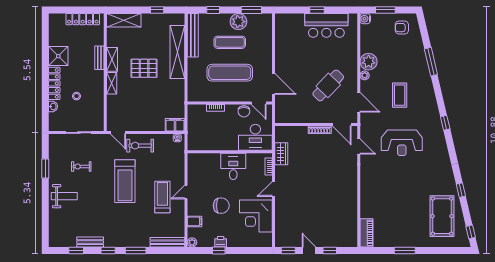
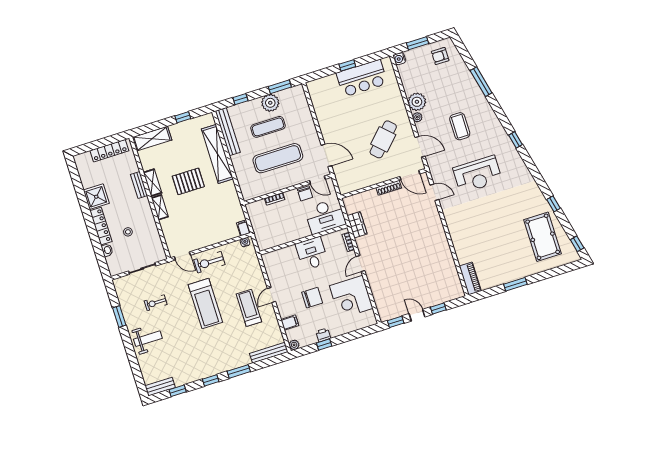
filing cabinet: (175, 125) -> (243, 228), width x0.50
bench: (90, 242) -> (160, 387), moved

